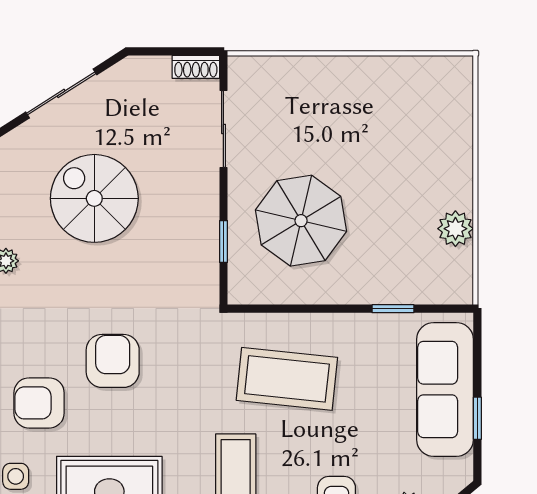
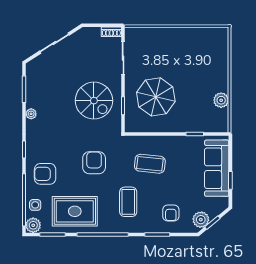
spiral stairs: (94, 198) -> (94, 101), moved, turned 180
armchair: (113, 361) -> (94, 163), moved
coffee table: (287, 379) -> (150, 164), width x0.73, depth x0.76

